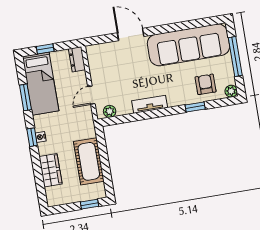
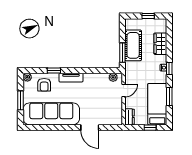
window: (235, 57) -> (21, 100), width x0.69
tv unit: (150, 104) -> (71, 78), moved
window: (102, 149) -> (122, 53), added
window: (90, 204) -> (148, 16), moved

